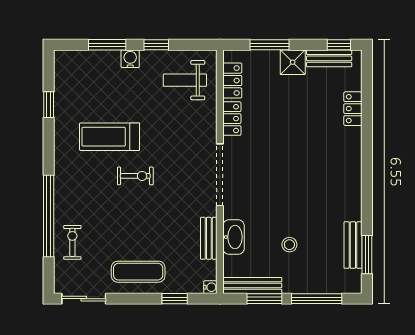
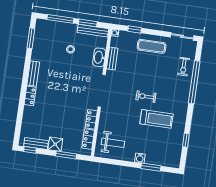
window: (156, 45) -> (125, 163), removed
locker: (353, 109) -> (30, 96), moved
bench: (353, 245) -> (33, 73), moved

